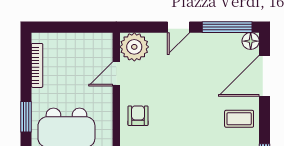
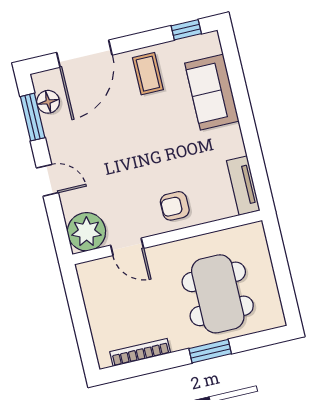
window: (227, 27) -> (33, 117), width x0.69
floor lamp: (251, 41) -> (48, 102), moved
door: (265, 76) -> (84, 54), hinge flipped

